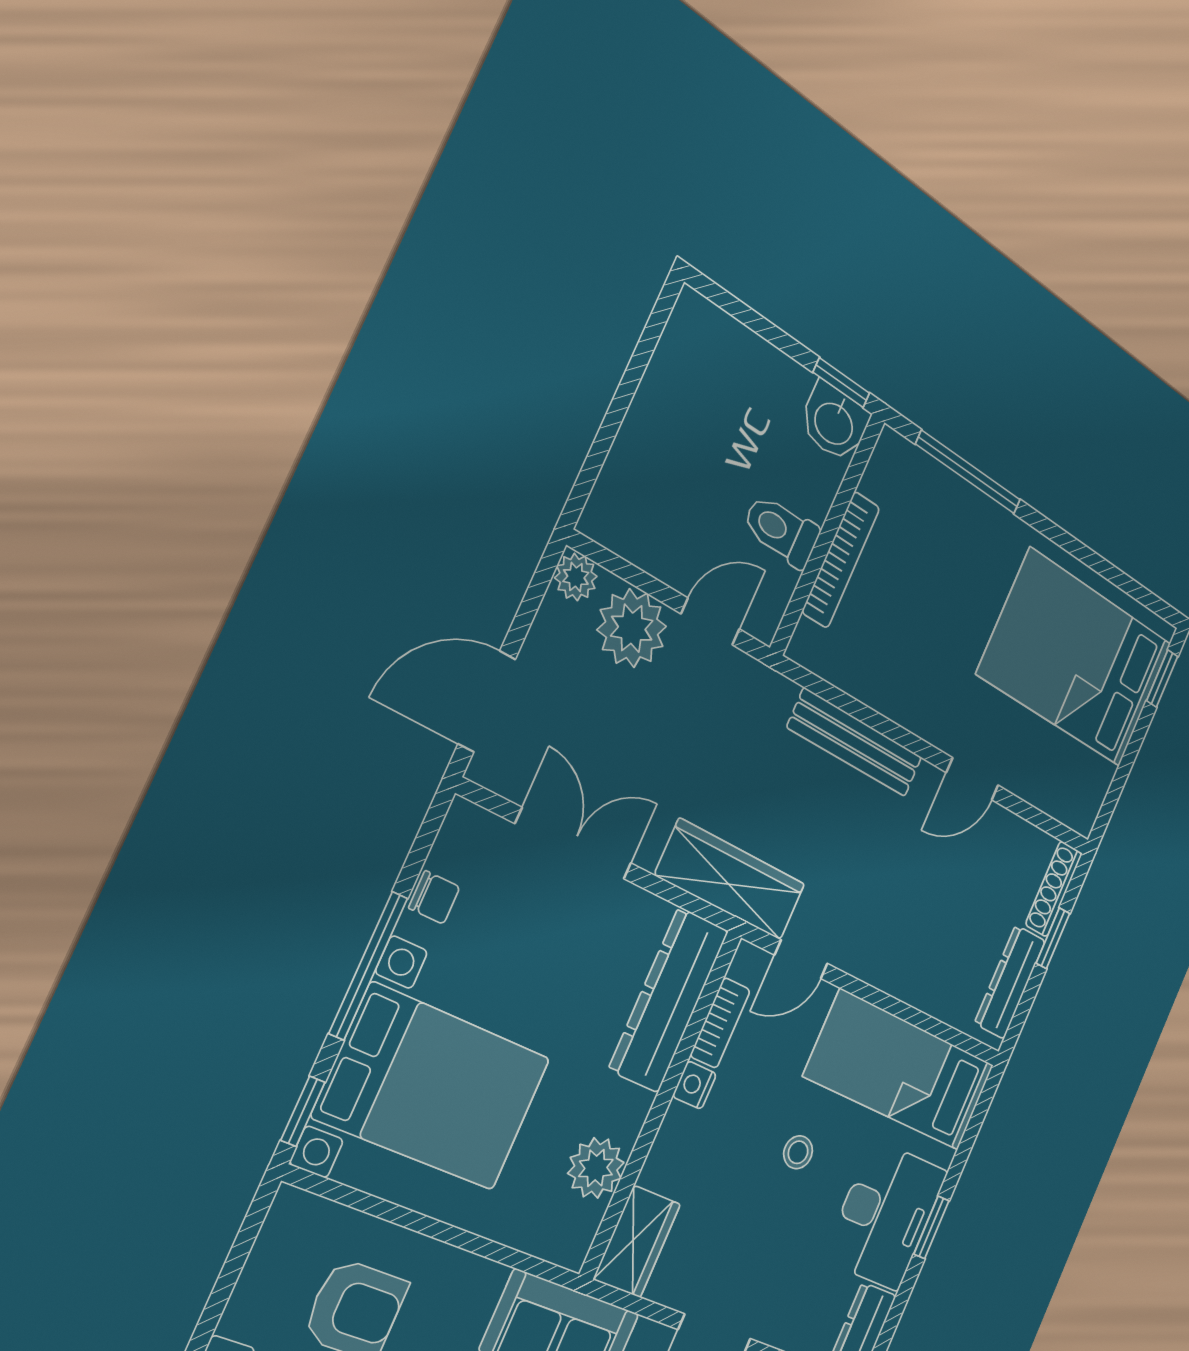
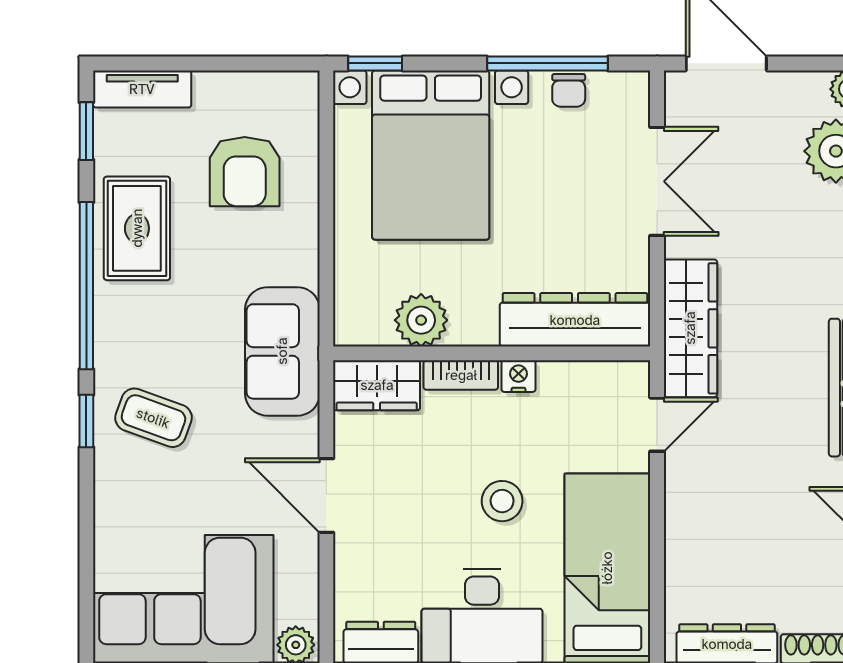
door: (801, 959) -> (657, 425), swing flipped
window: (368, 966) -> (547, 63), moved
bookcase: (720, 1023) -> (461, 375), moved
stool: (798, 1152) -> (502, 501), width x1.37, depth x1.37

